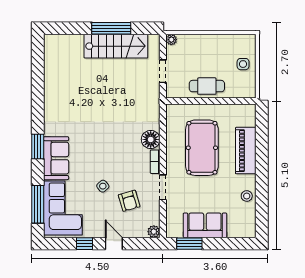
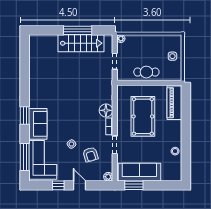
piano: (246, 151) -> (174, 103), moved
sofa: (205, 225) -> (139, 172), width x1.36

